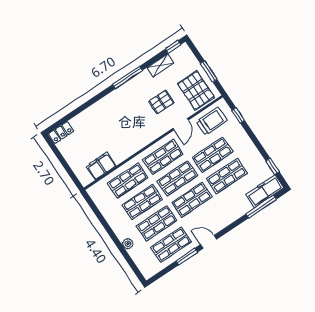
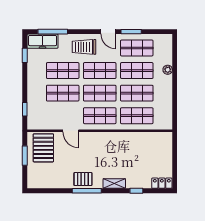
window: (173, 47) -> (136, 191), moved
shelving: (160, 65) -> (114, 184), moved
pallet: (161, 102) -> (83, 179), moved
trolley: (212, 121) -> (84, 47), moved
door: (181, 124) -> (71, 131), swing flipped
filing cabinet: (101, 166) -> (149, 139), removed

